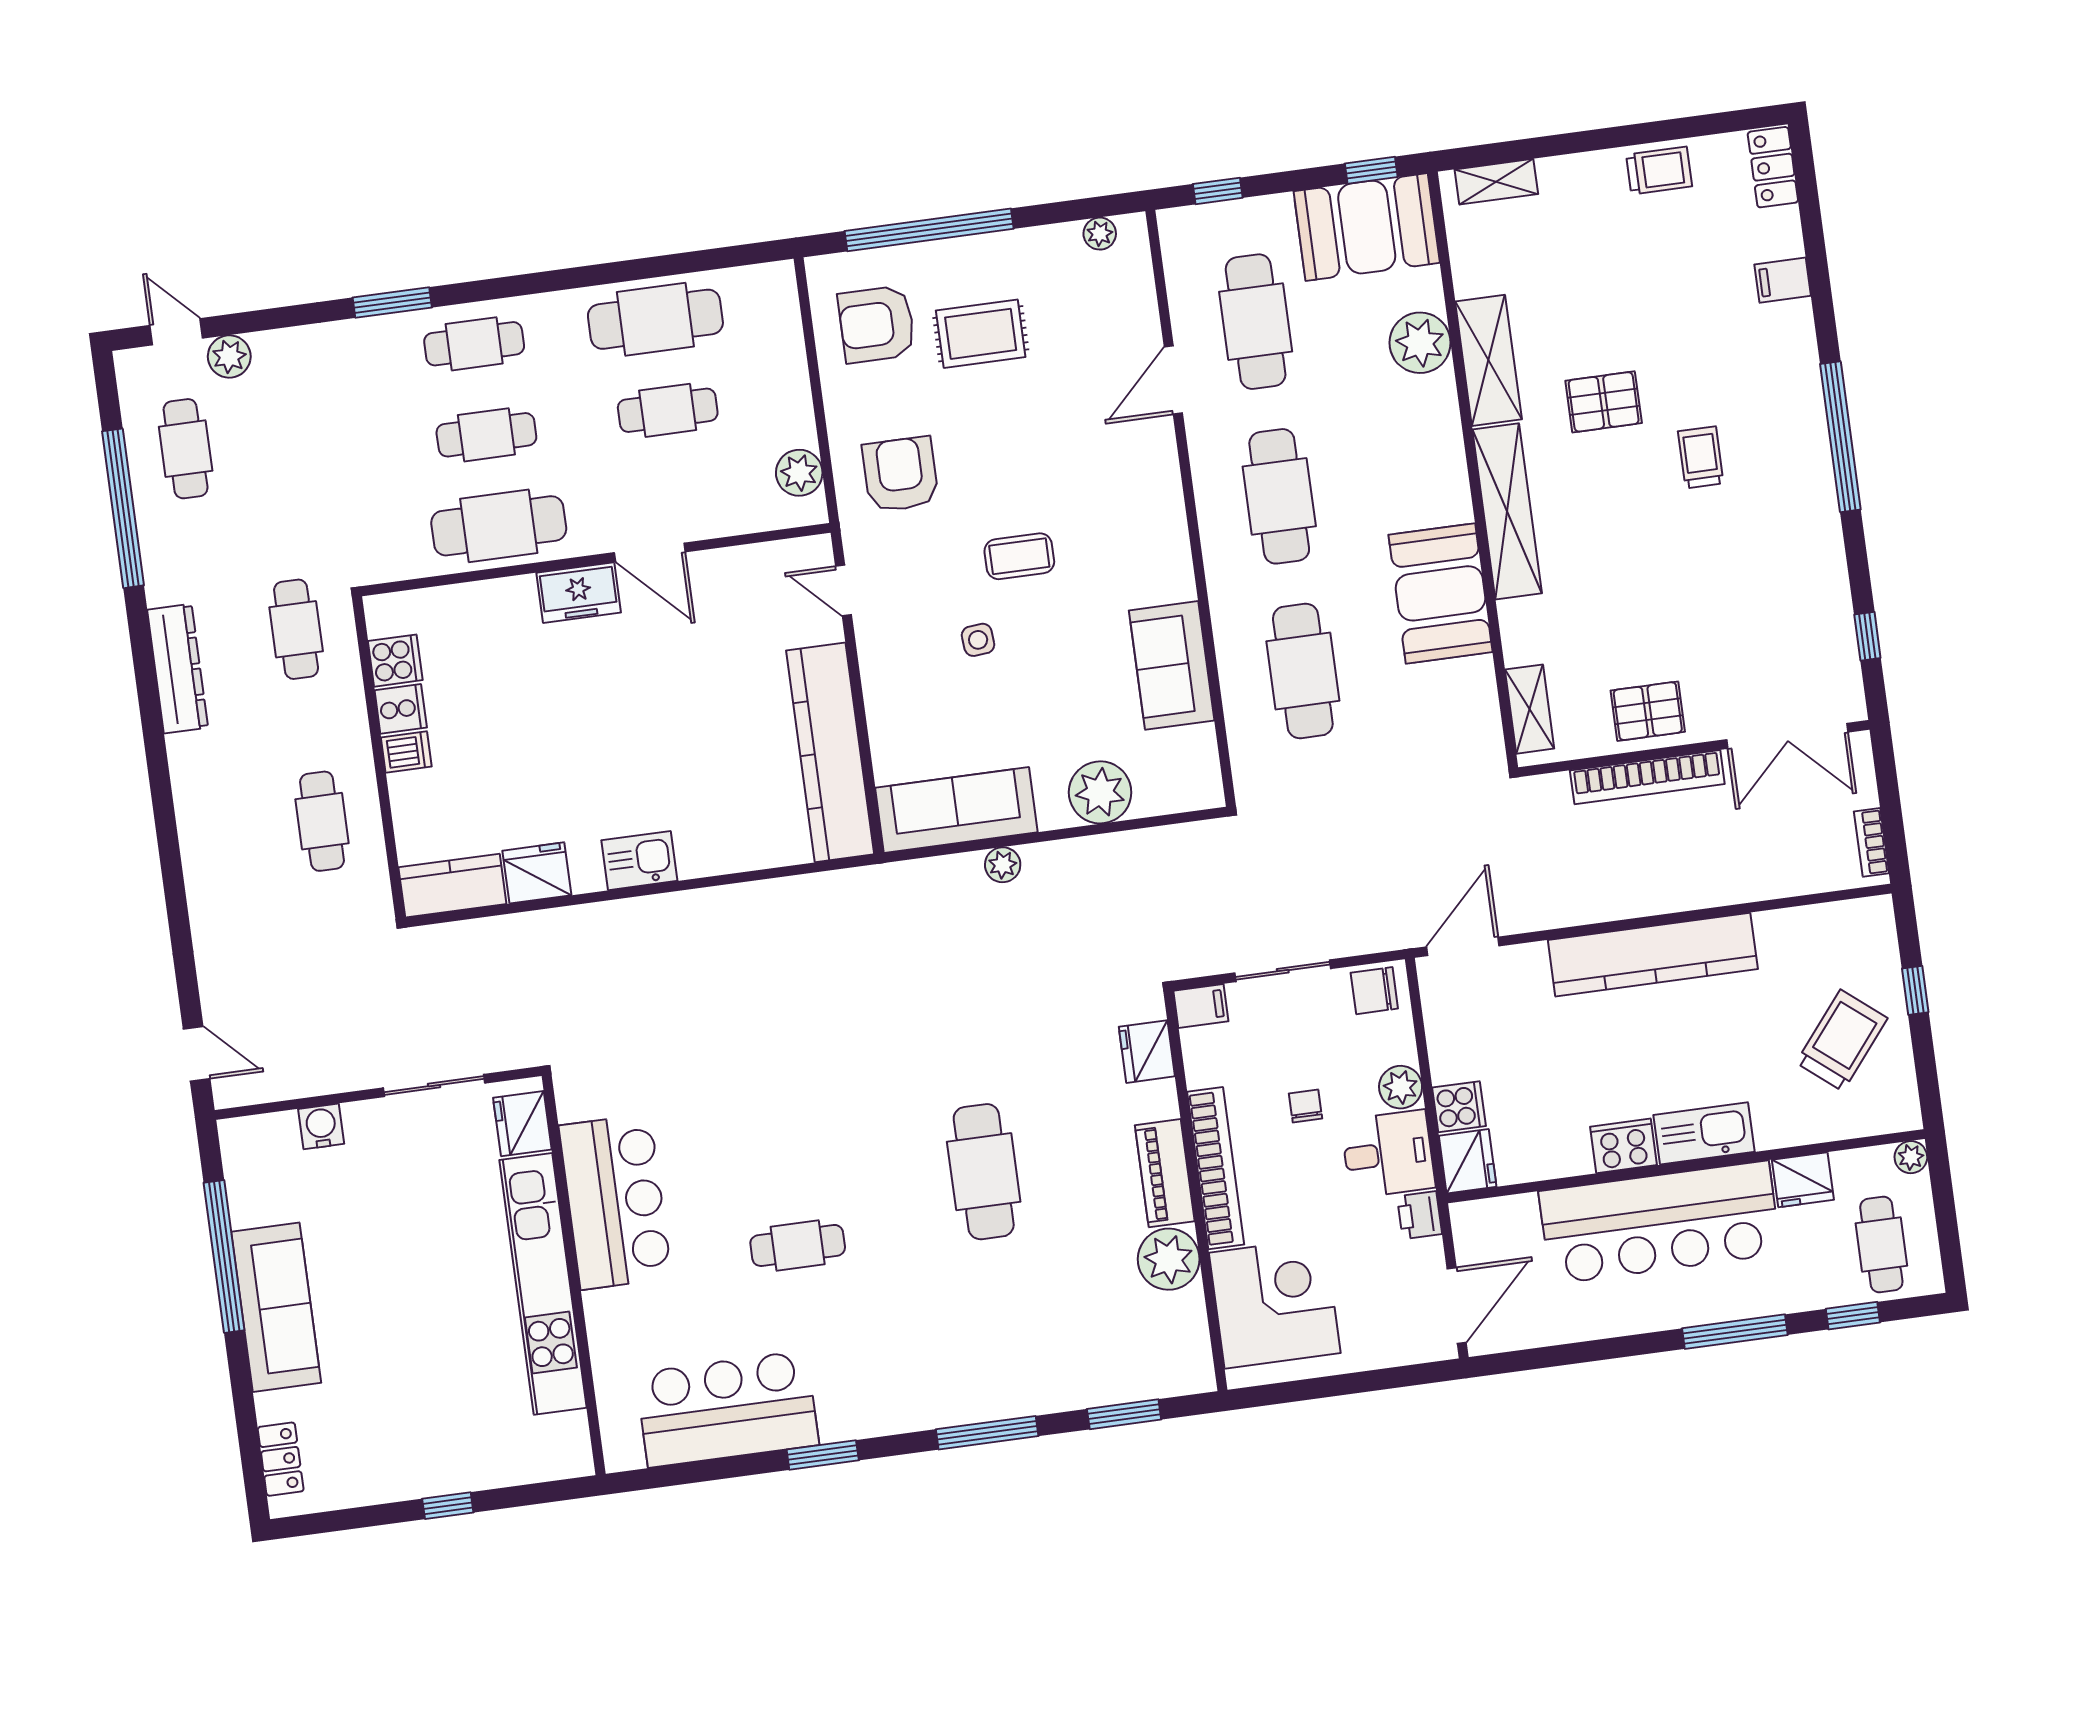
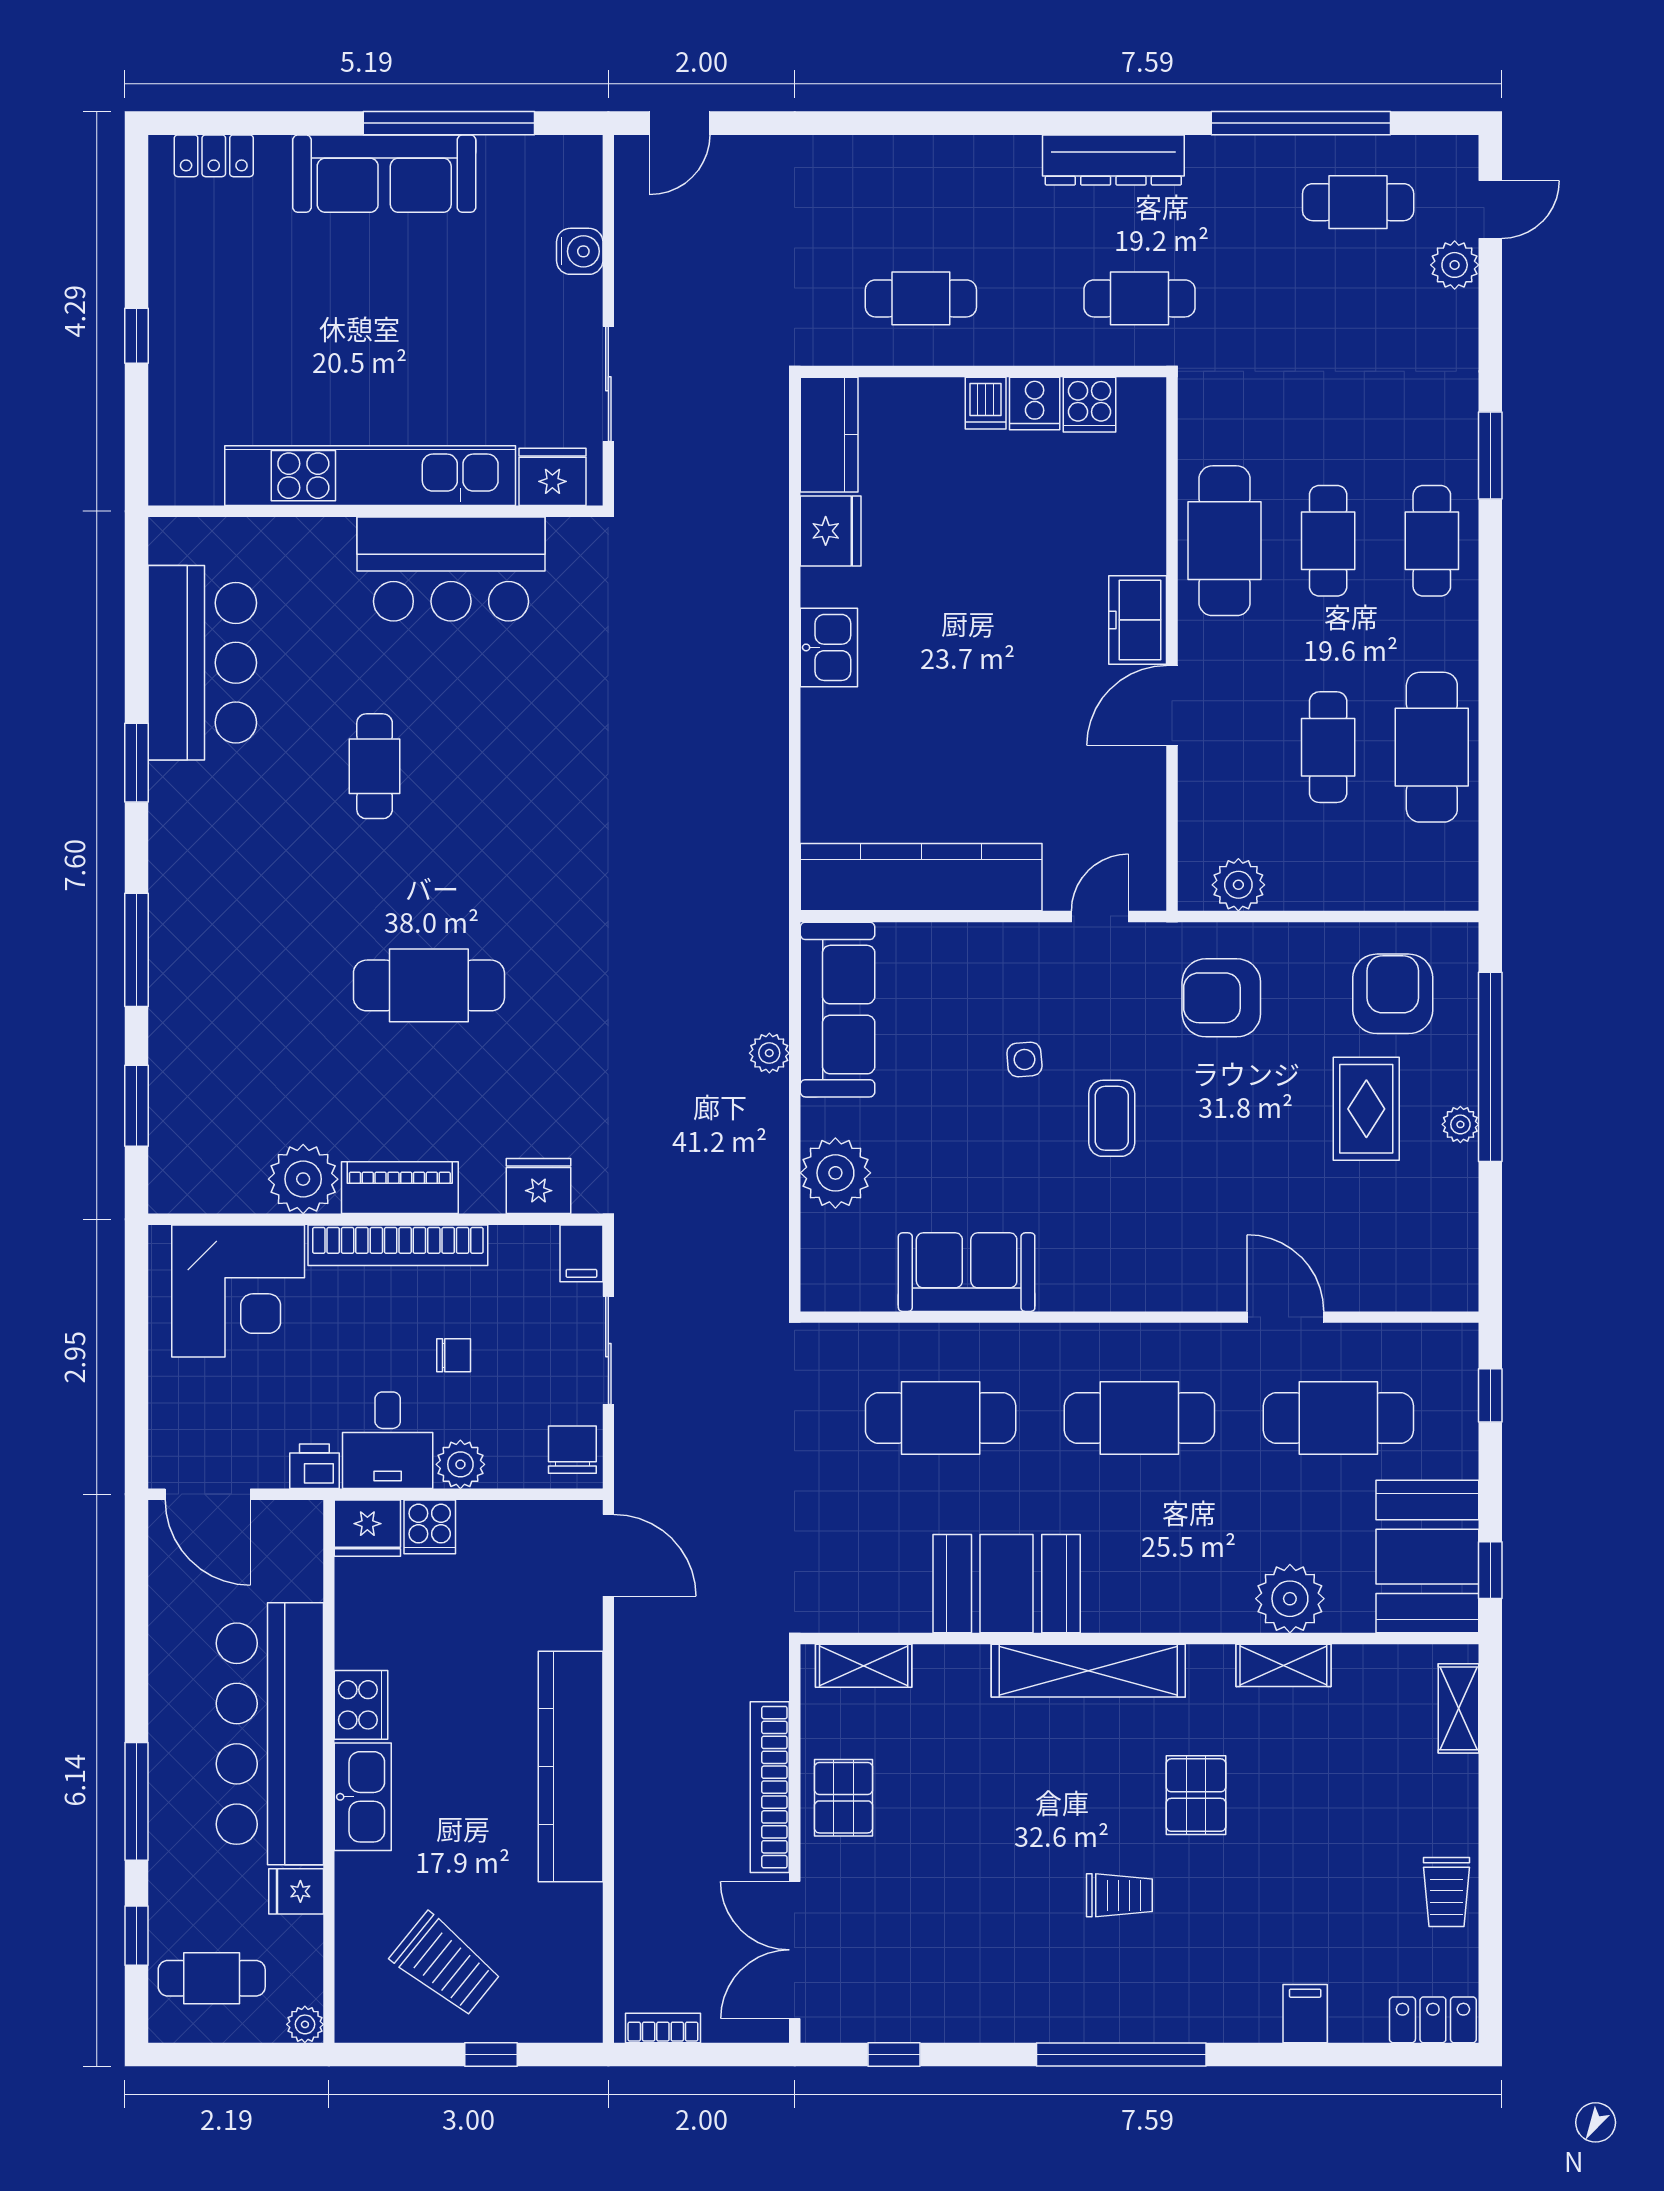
plant: (1100, 234) -> (1460, 1124), moved
shelving: (1488, 360) -> (1283, 1665), width x0.67, depth x0.75
armchair: (900, 474) -> (1221, 998), turned 180
fridge: (1803, 1180) -> (296, 1891), width x0.72

